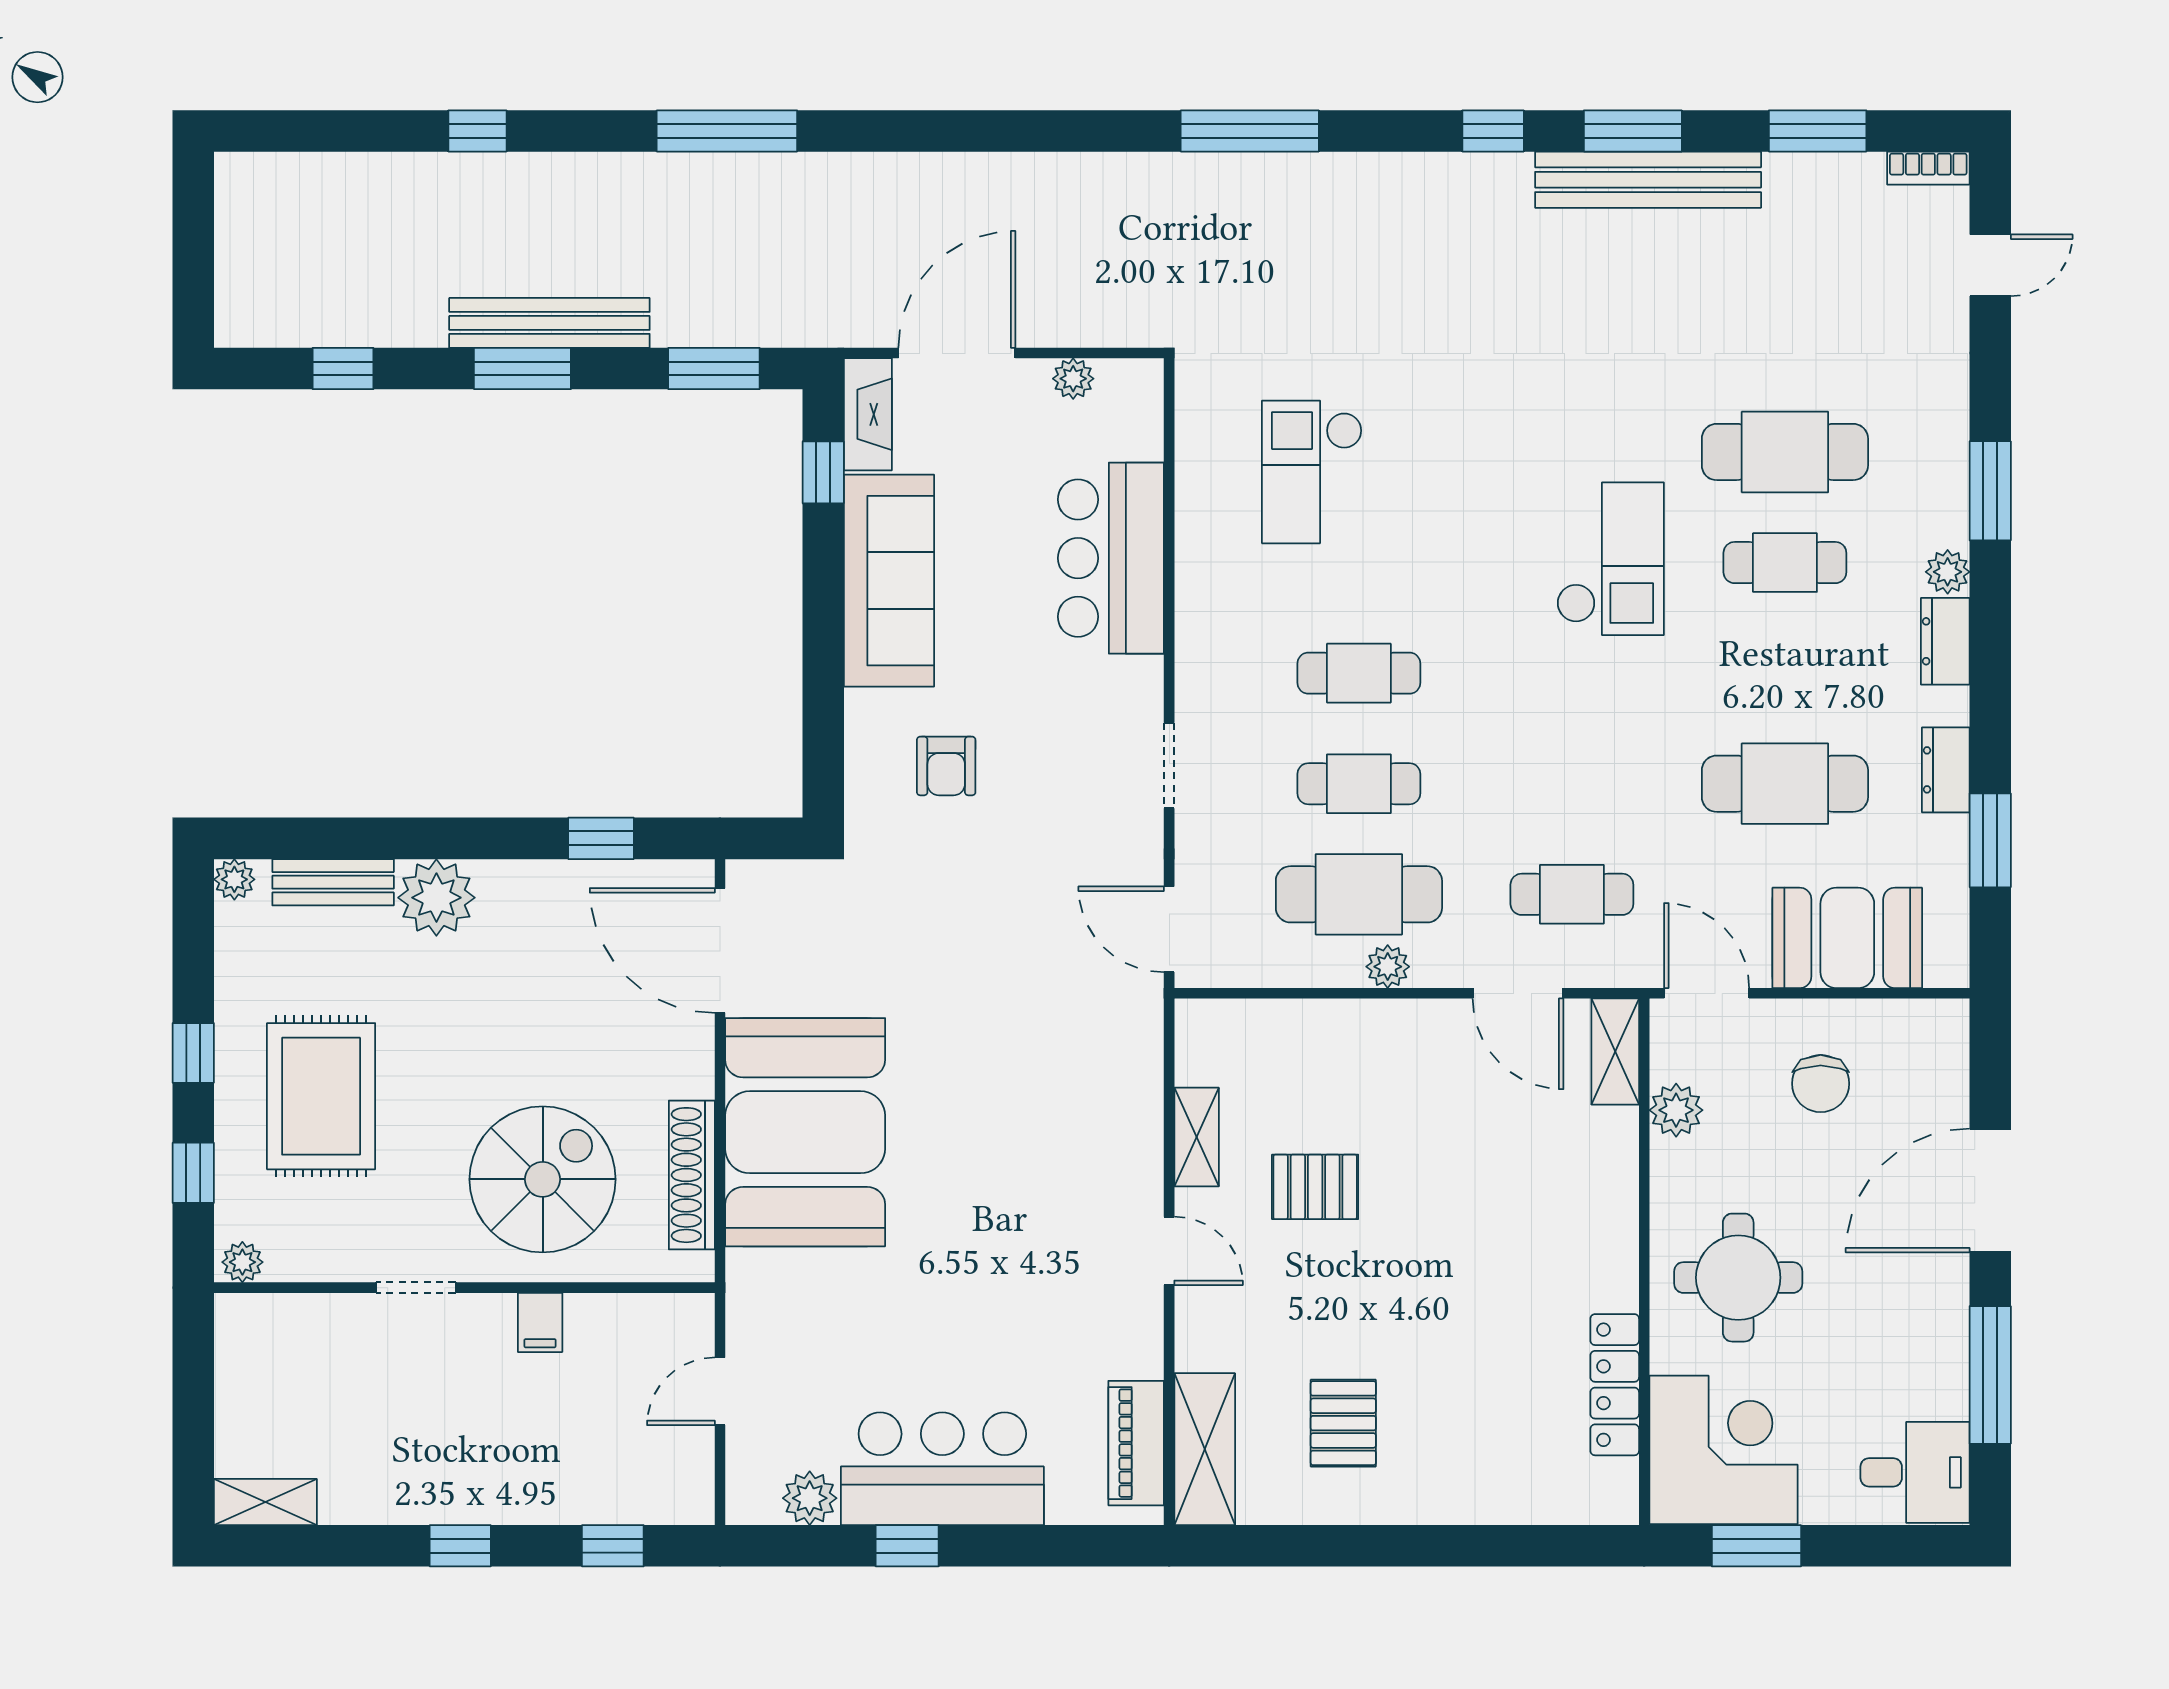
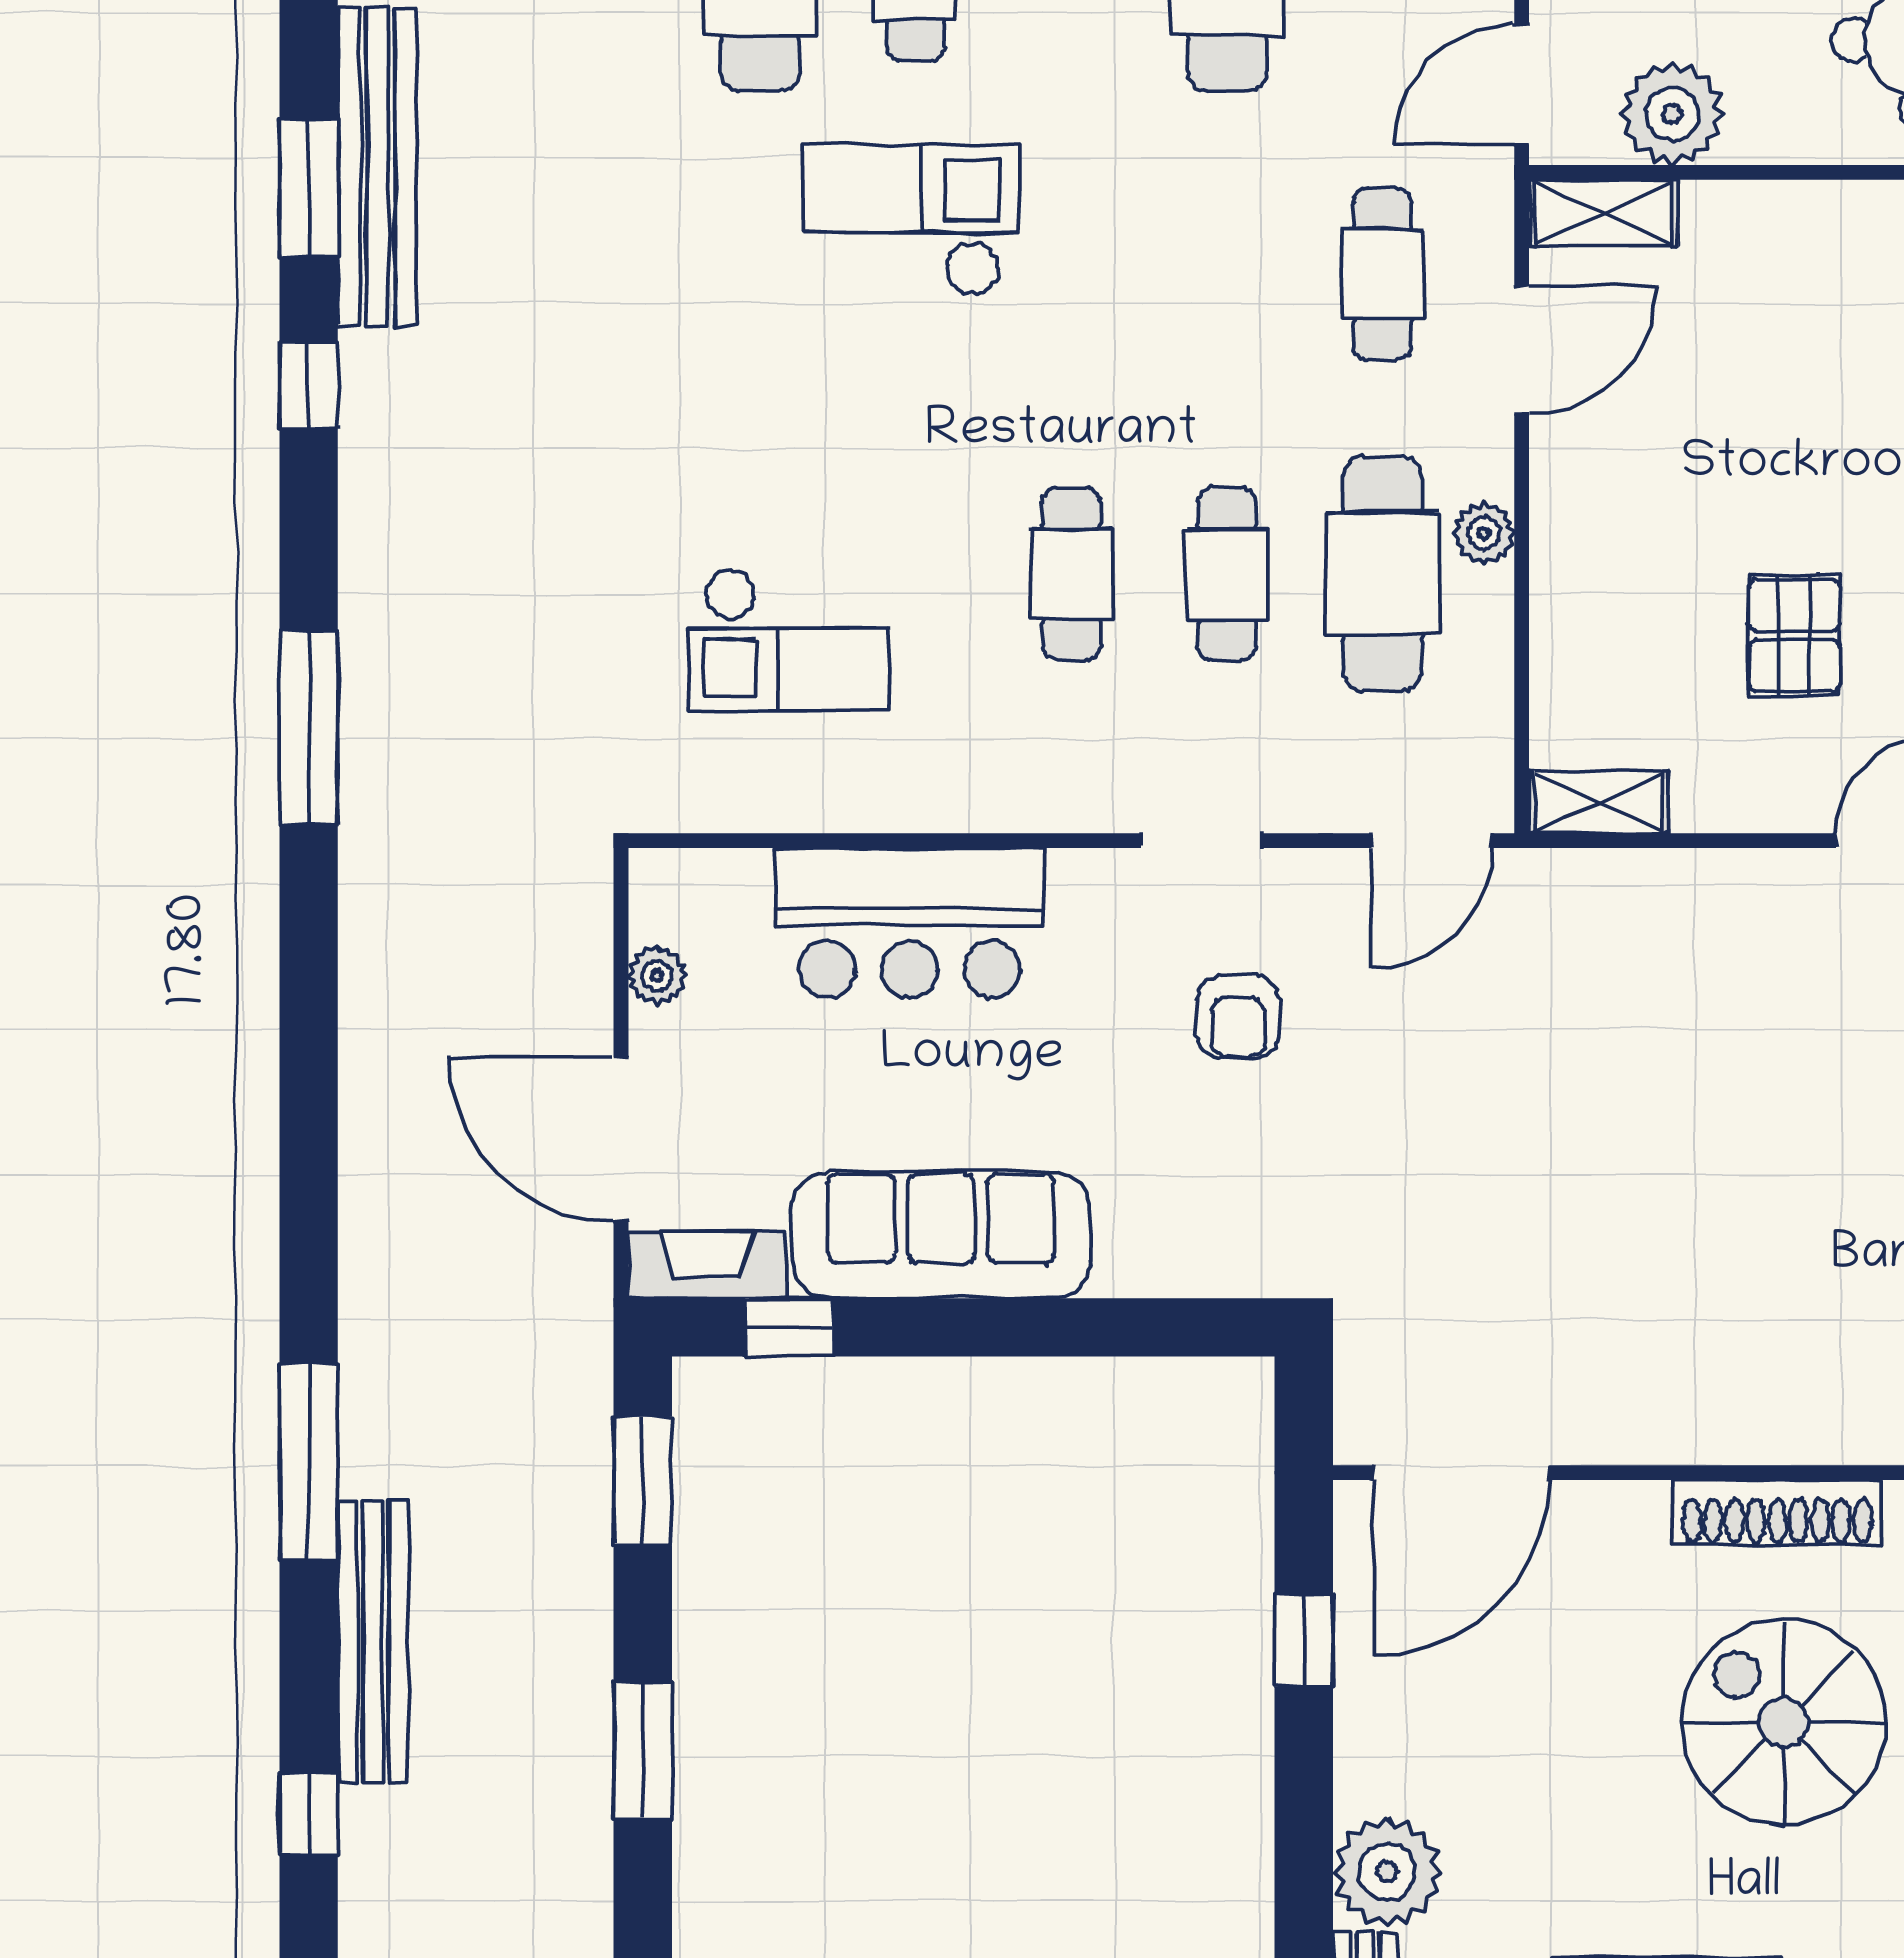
bench: (549, 323) -> (373, 1642), moved
armchair: (946, 766) -> (1238, 1017), moved, turned 90
plant: (1676, 1110) -> (1672, 114), width x1.36, depth x1.36
booth: (805, 1132) -> (1717, 1353), removed
shelving: (1197, 1137) -> (1598, 802), moved

